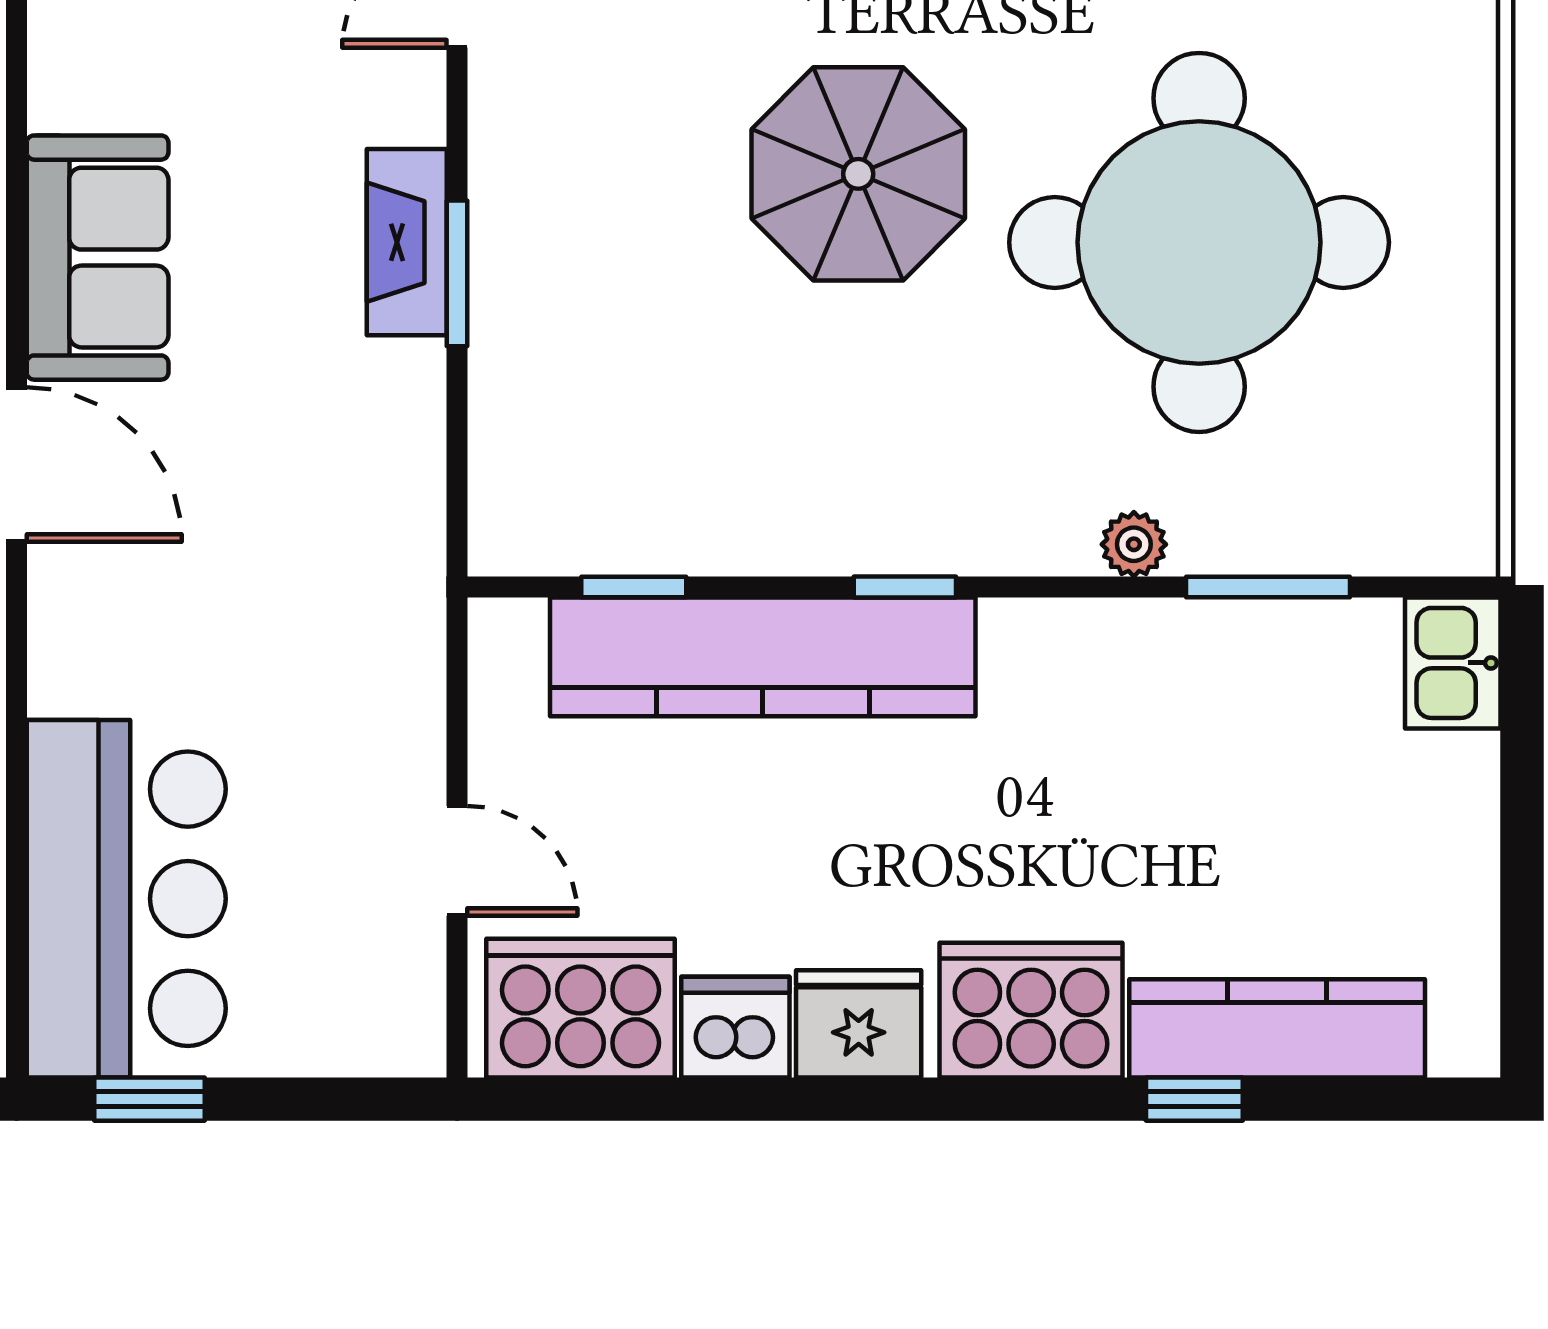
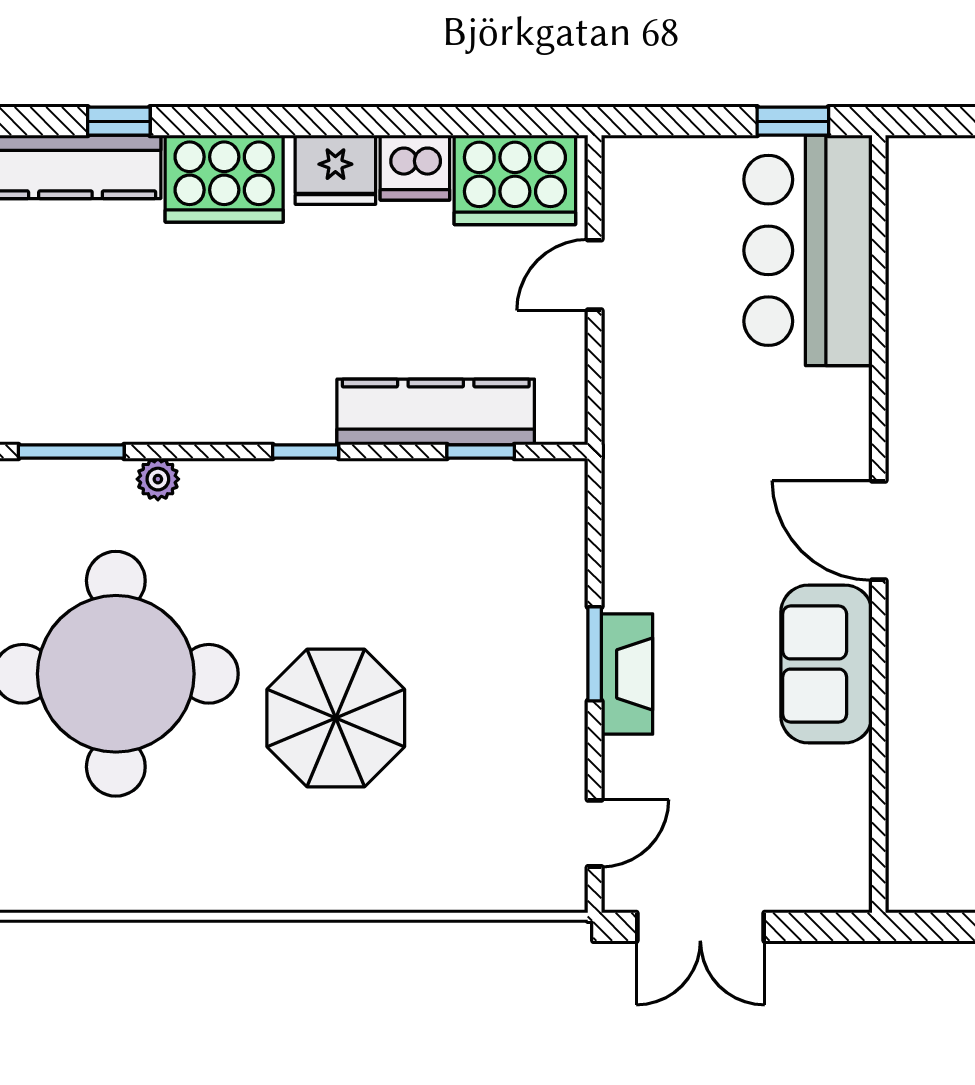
kitchen counter: (763, 657) -> (436, 412), width x0.72, depth x0.86
door: (457, 861) -> (595, 275), hinge flipped

